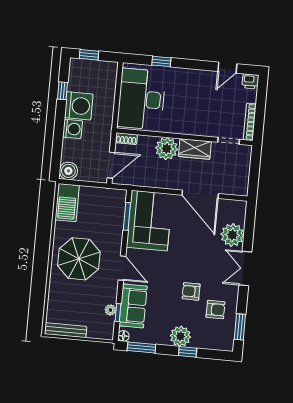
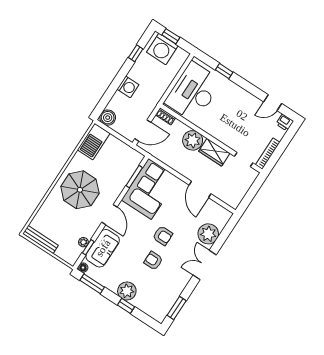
washing machine: (79, 106) -> (162, 49), moved, turned 90
door: (200, 194) -> (200, 189), width x0.73
armchair: (216, 310) -> (163, 236), moved

